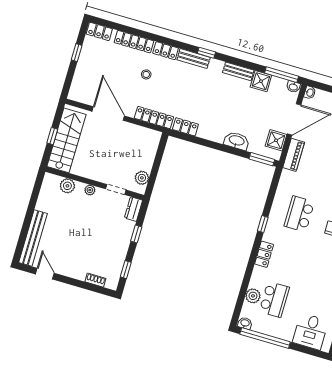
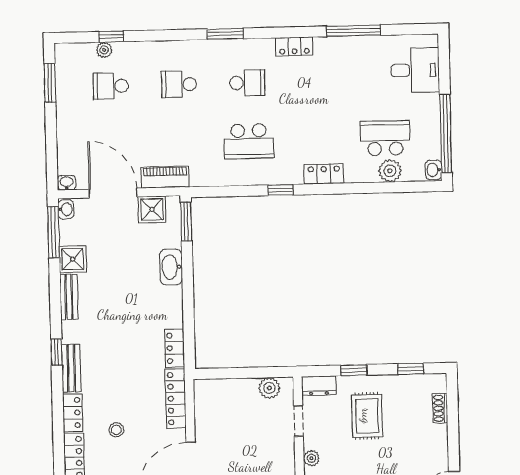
rug: (105, 233) -> (367, 416), added

